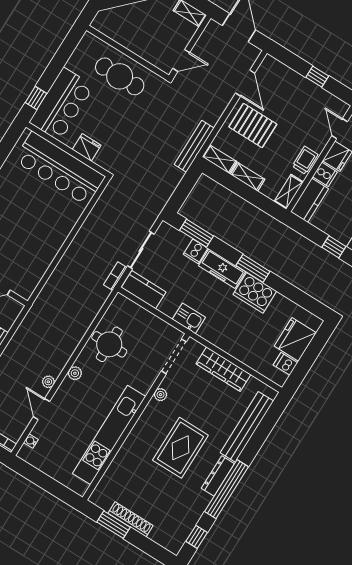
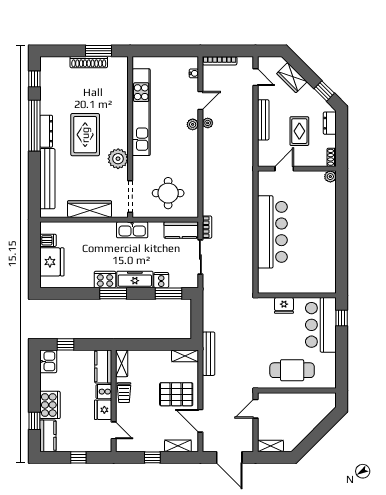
bar counter: (60, 169) -> (272, 232), moved, turned 90
shelving: (248, 177) -> (178, 446), moved
cooker: (255, 293) -> (105, 279), width x0.73, depth x0.76
kitchen sink: (189, 318) -> (132, 230), width x1.38
round table: (109, 344) -> (168, 193), moved
plant: (75, 373) -> (193, 124), moved
plant: (161, 395) -> (118, 159), width x1.88, depth x1.88
door: (41, 409) -> (200, 101), hinge flipped

